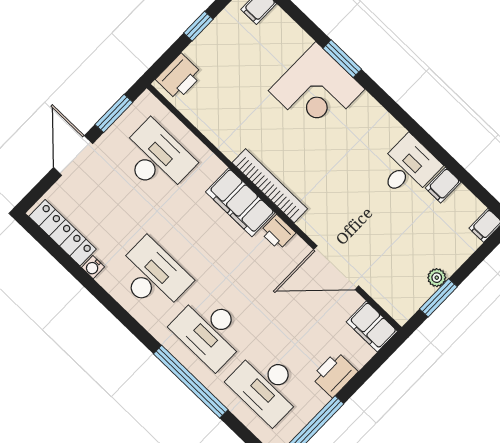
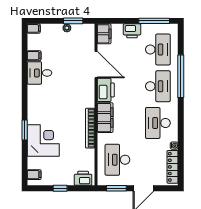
corner desk: (317, 90) -> (43, 140), moved
bookcase: (270, 186) -> (90, 128), moved
printer: (278, 232) -> (106, 90), width x1.87, depth x1.48

